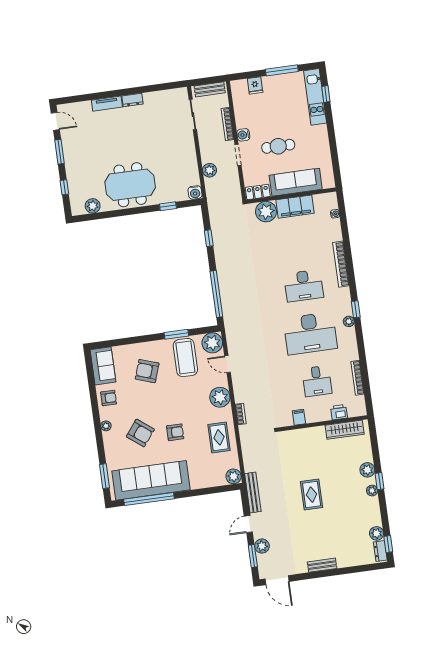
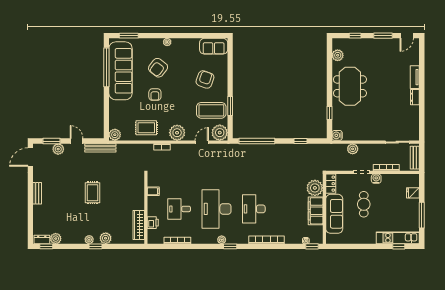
window: (341, 205) -> (312, 246), added
armchair: (109, 398) -> (188, 47), removed
rug: (312, 495) -> (93, 193), turned 90

